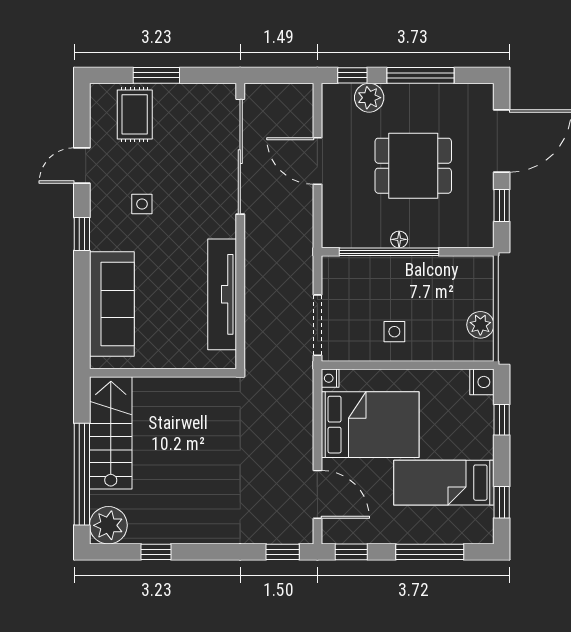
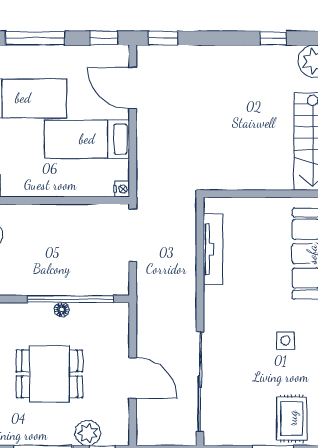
tv unit: (222, 294) -> (213, 249), width x0.73, depth x0.78
side table: (394, 332) -> (66, 230), removed
bed: (370, 425) -> (87, 139), width x0.67

